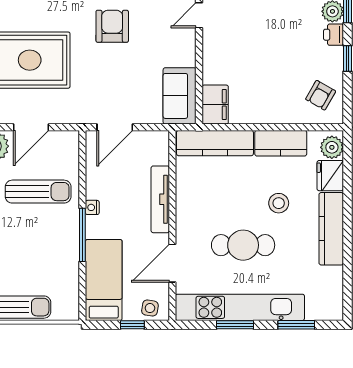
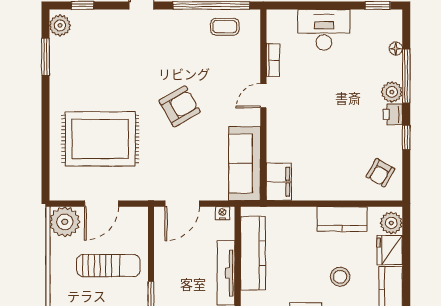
armchair: (112, 26) -> (180, 106), turned 60
sofa: (180, 96) -> (245, 164), width x1.36
kitchen counter: (215, 143) -> (253, 253), moved, turned -90
nightstand: (92, 207) -> (222, 213), moved, turned 90

